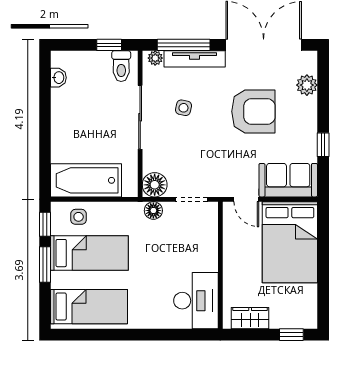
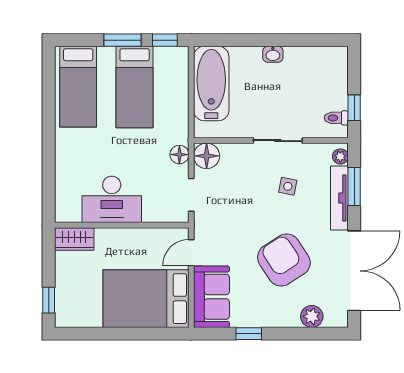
window: (184, 45) -> (354, 187), width x0.69
toilet: (121, 66) -> (336, 118), width x0.73, depth x0.72
washbasin: (58, 78) -> (273, 54), moved
armchair: (253, 111) -> (284, 260), turned 147
sliding door: (140, 117) -> (278, 141), width x0.73
side table: (79, 217) -> (173, 76), removed
desk: (196, 301) -> (112, 199), moved
wardrobe: (250, 318) -> (74, 239), moved, turned 90

